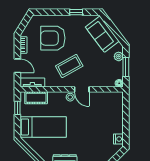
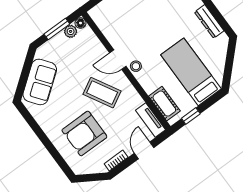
window: (76, 12) -> (37, 129), removed
armchair: (53, 38) -> (84, 133), turned 90
plant: (119, 56) -> (71, 31), moved
door: (82, 89) -> (118, 60), swing flipped

